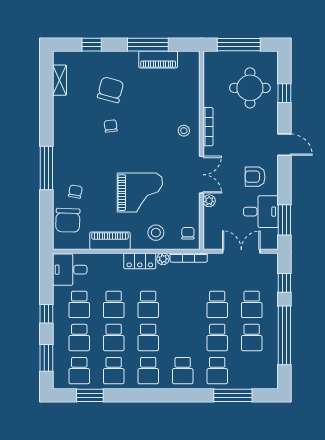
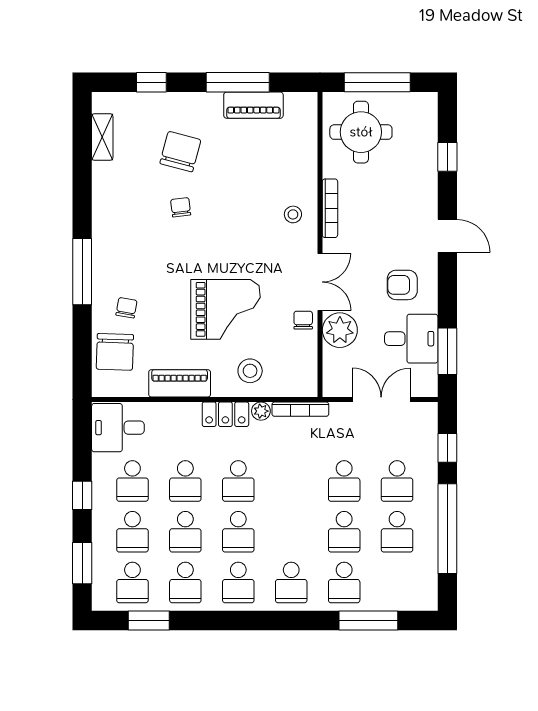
round table: (250, 88) -> (361, 132), moved
plant: (209, 201) -> (340, 330), width x1.88, depth x1.88
chair: (188, 233) -> (303, 320), moved

